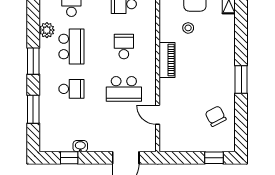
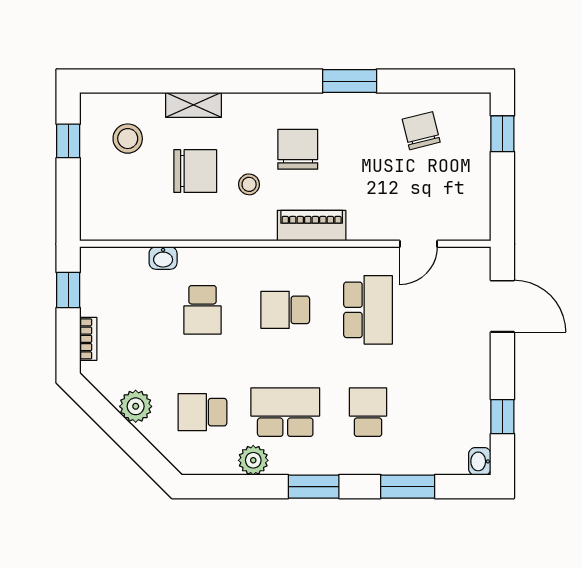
chair: (206, 53) -> (298, 149), added
chair: (216, 116) -> (421, 131), turned 103
washbasin: (80, 146) -> (480, 461), moved

